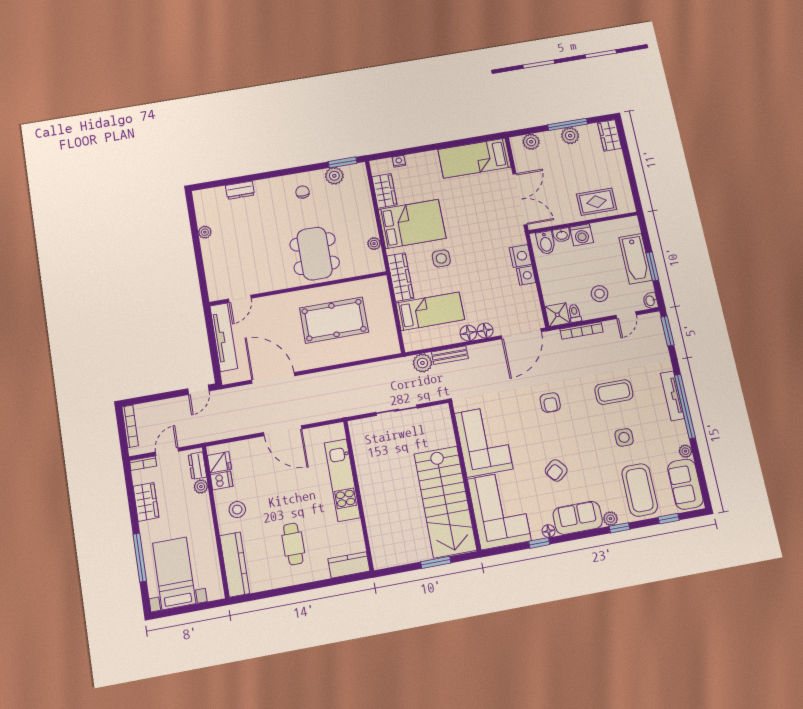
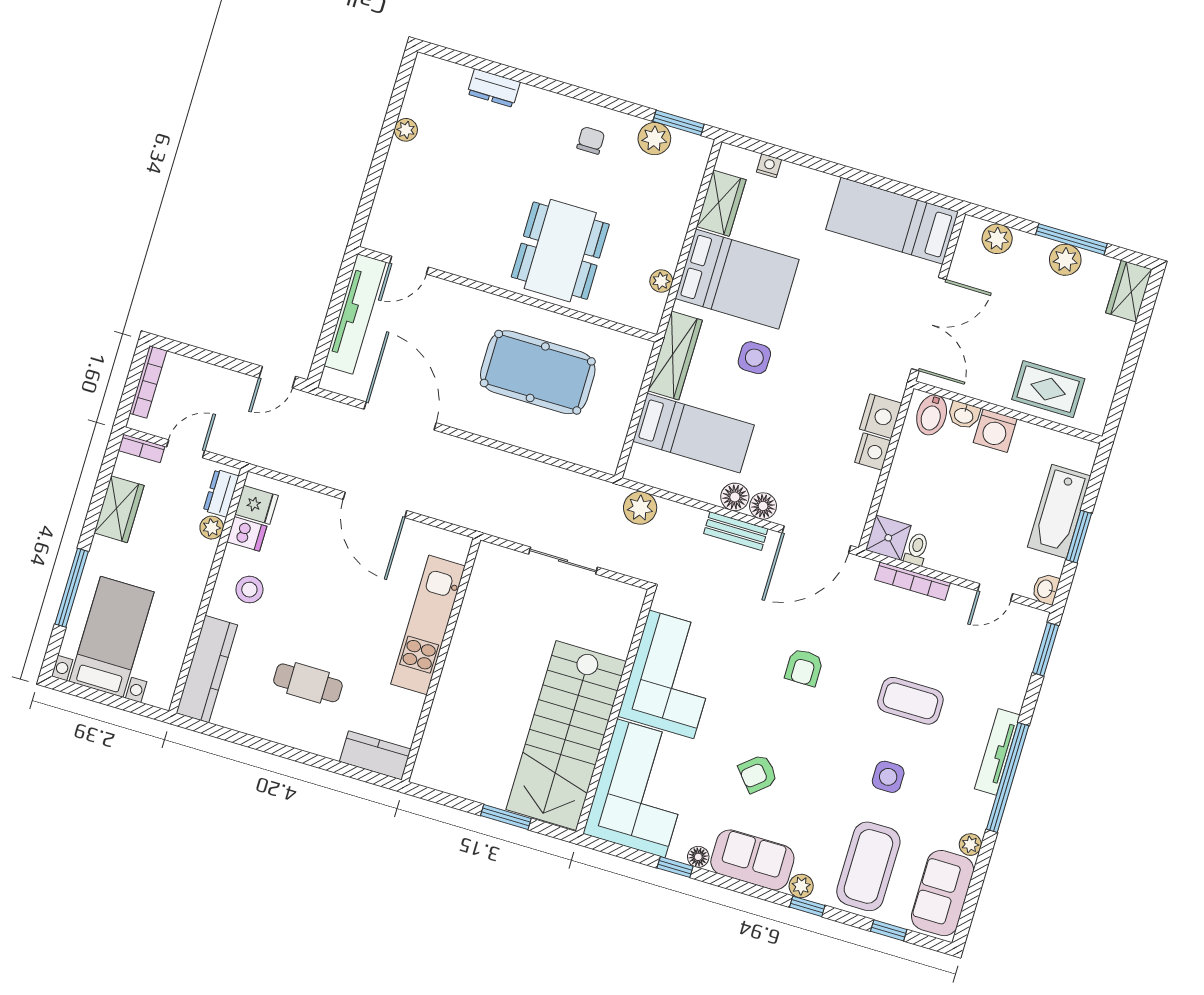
stool: (600, 294) -> (972, 538), removed
bench: (450, 355) -> (736, 531), moved
cafe table: (293, 544) -> (308, 683), turned 90

